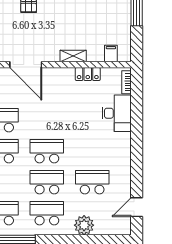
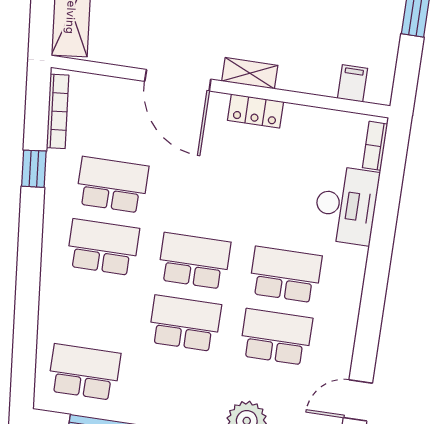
shelving: (73, 56) -> (250, 73), moved
locker: (88, 74) -> (255, 111), moved
school desk: (47, 213) -> (285, 274), moved

